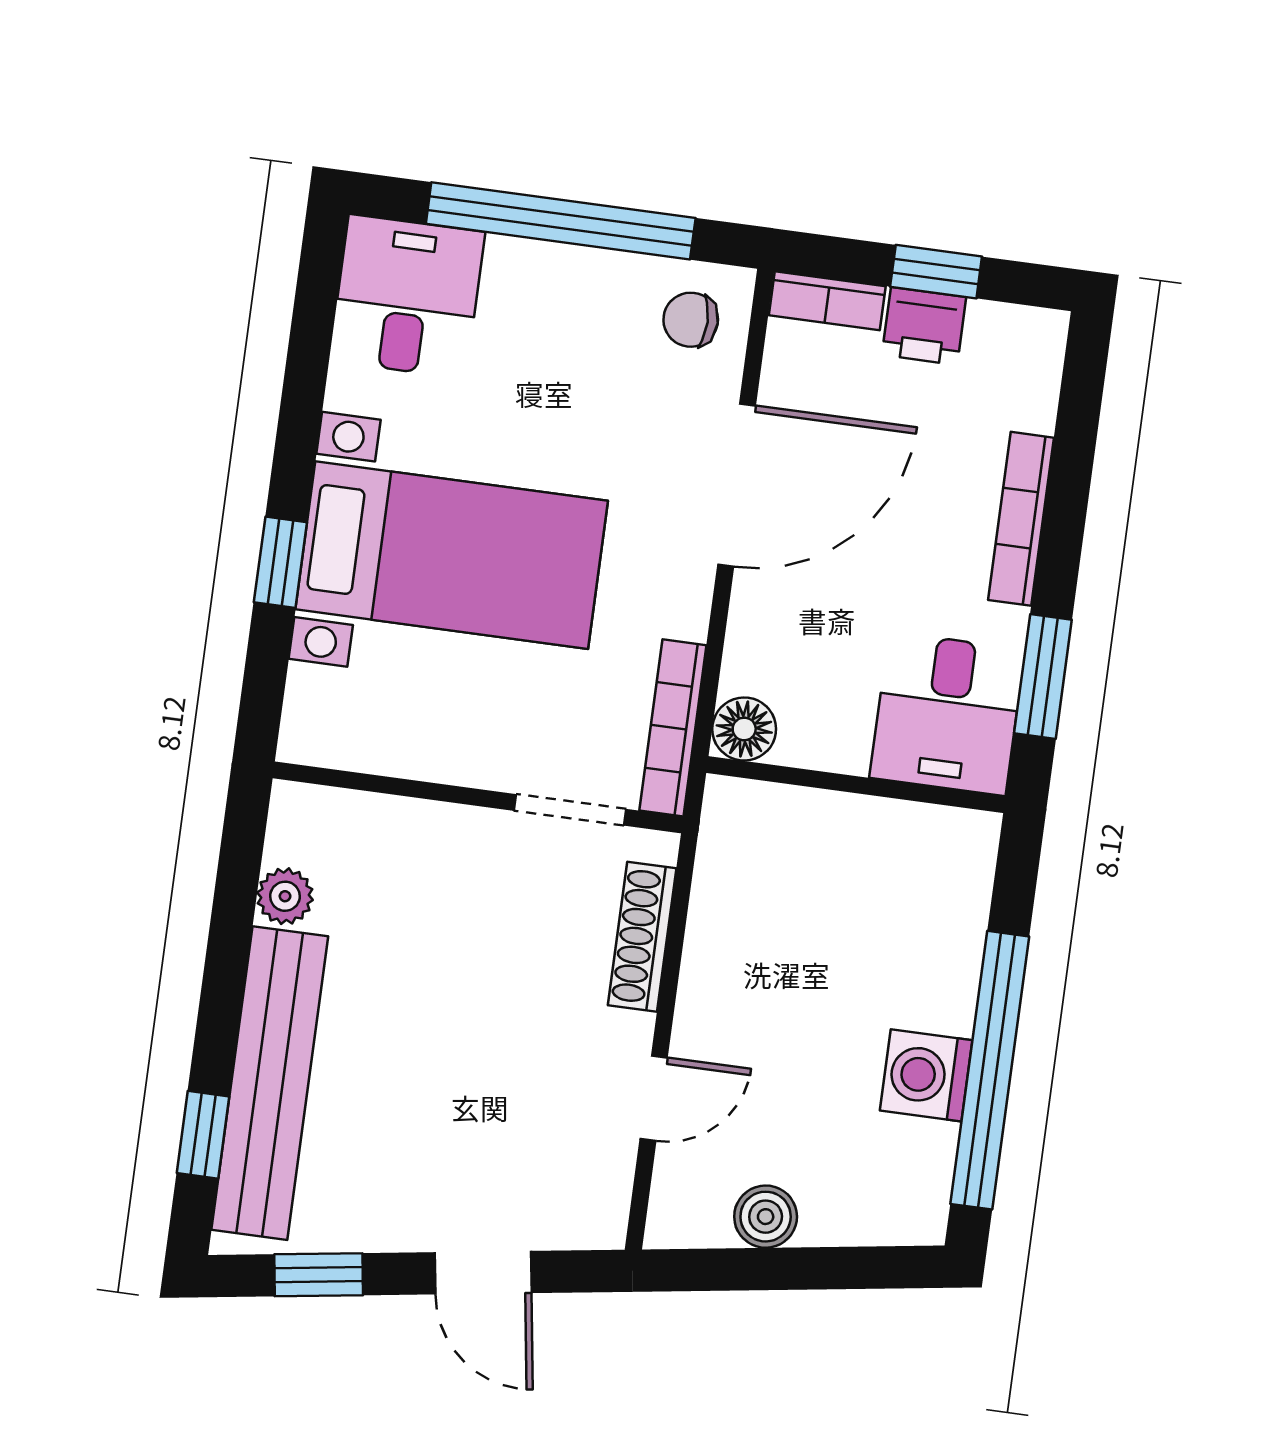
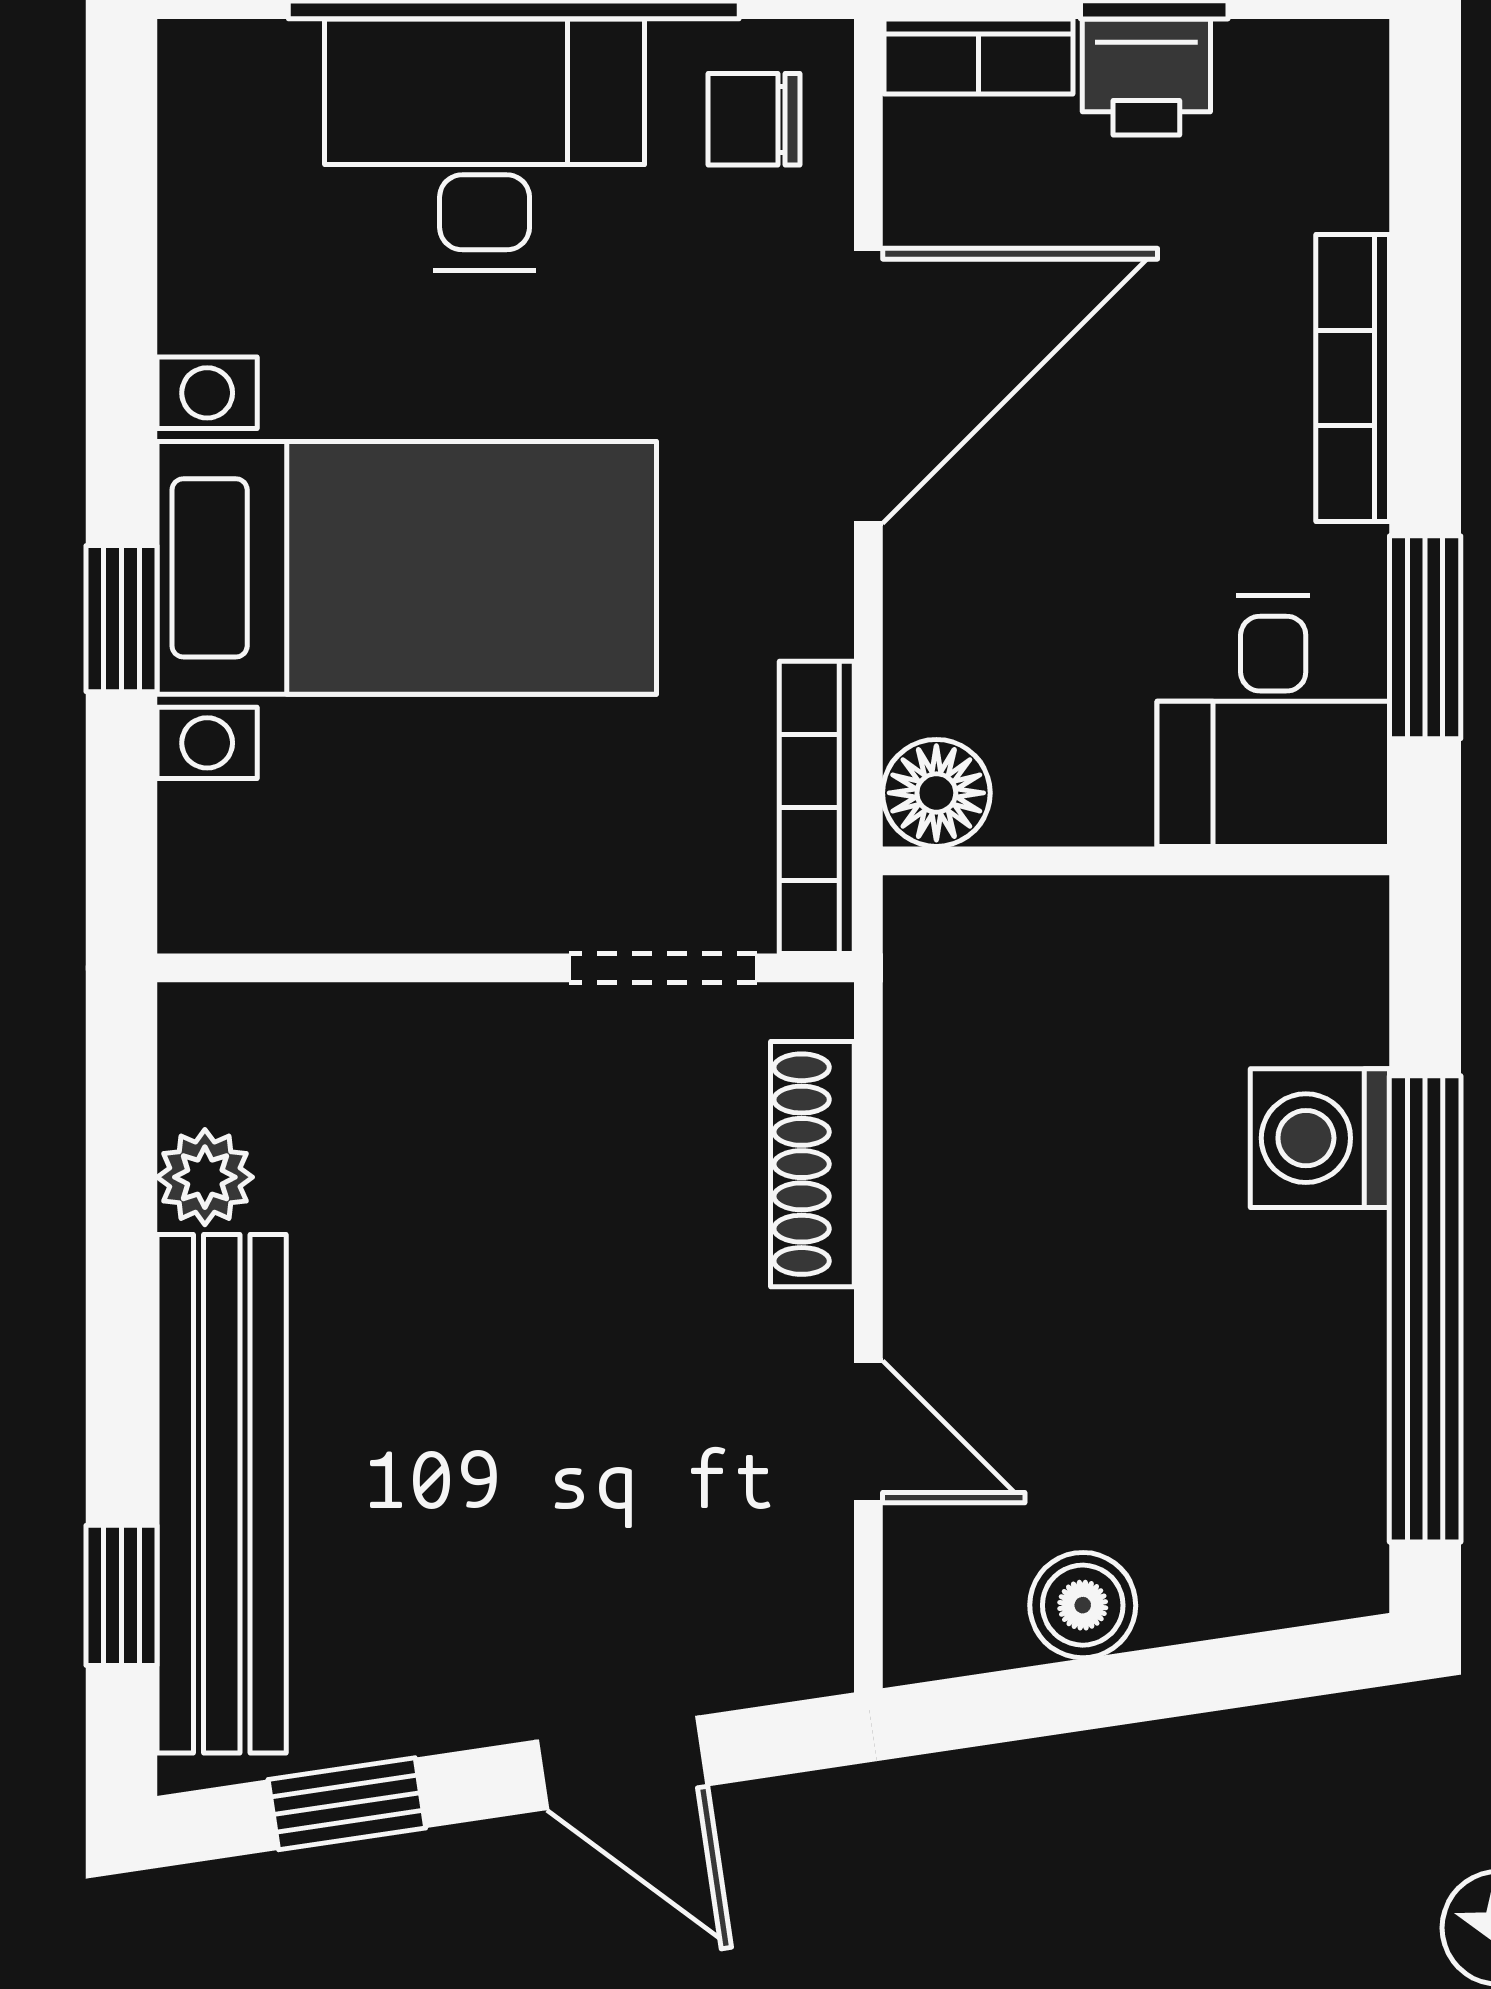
desk: (407, 296) -> (485, 144), moved, width x1.37
washing machine: (926, 1075) -> (1320, 1138), moved
door: (654, 1098) -> (868, 1432), hinge flipped

